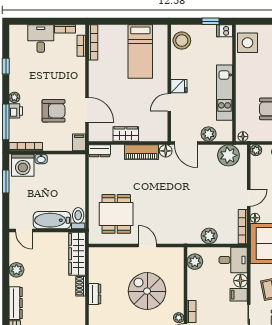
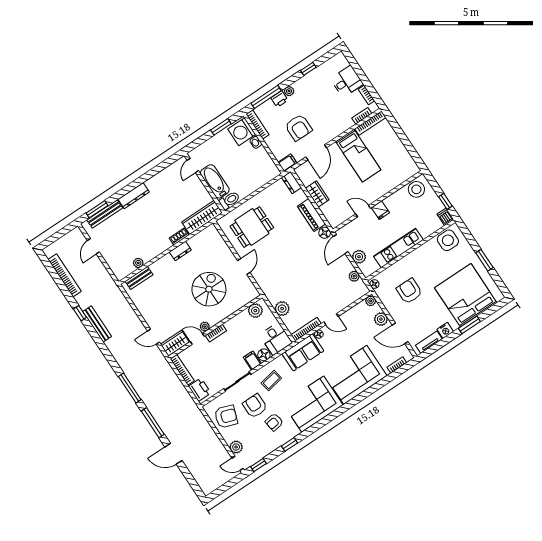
bed: (140, 52) -> (358, 156), moved, turned -90
plant: (228, 155) -> (354, 276), width x0.53, depth x0.53
plant: (16, 270) -> (159, 180), removed

